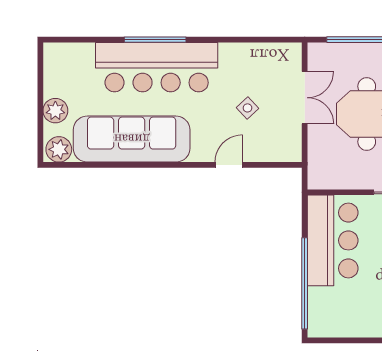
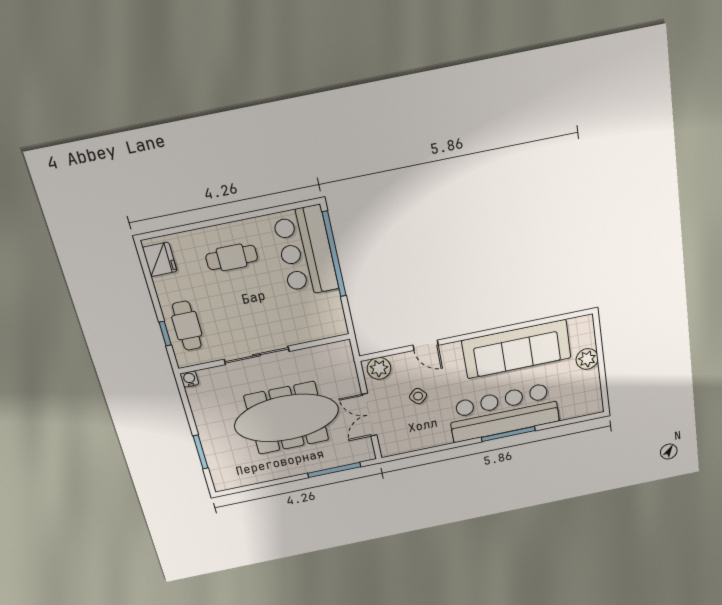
plant: (59, 149) -> (379, 368), moved
door: (229, 165) -> (426, 345), hinge flipped
bar counter: (333, 240) -> (306, 252), moved

